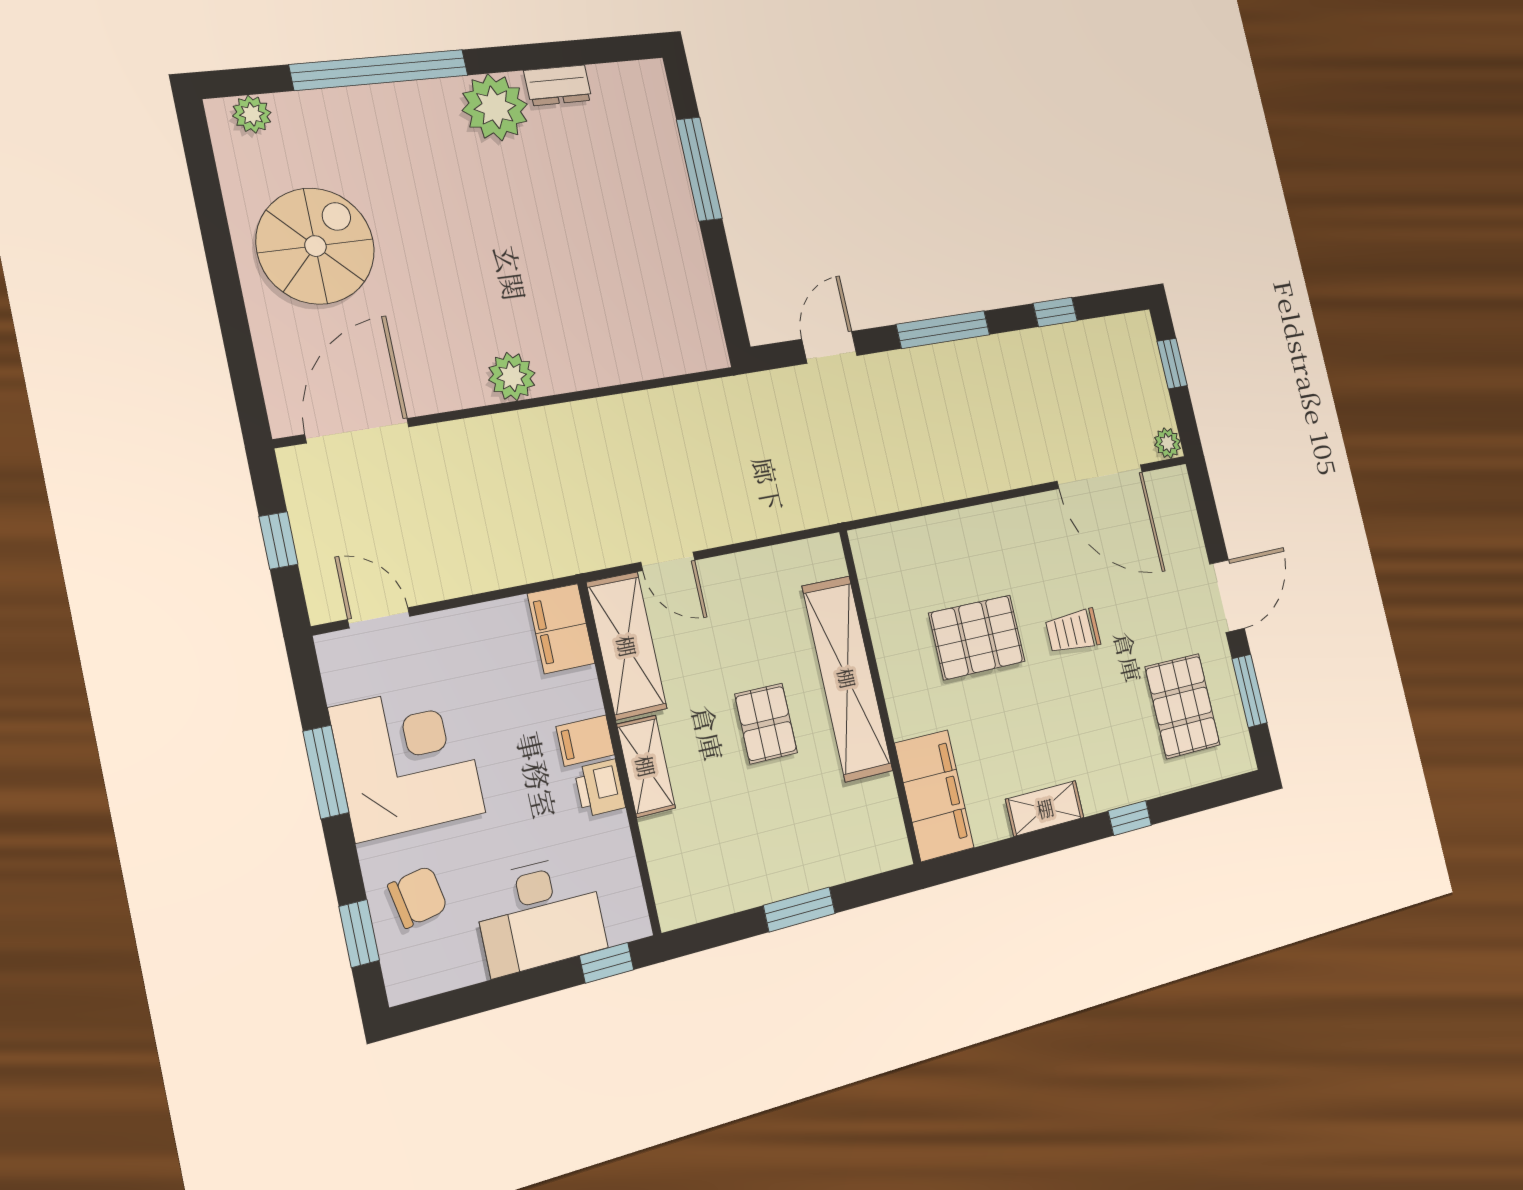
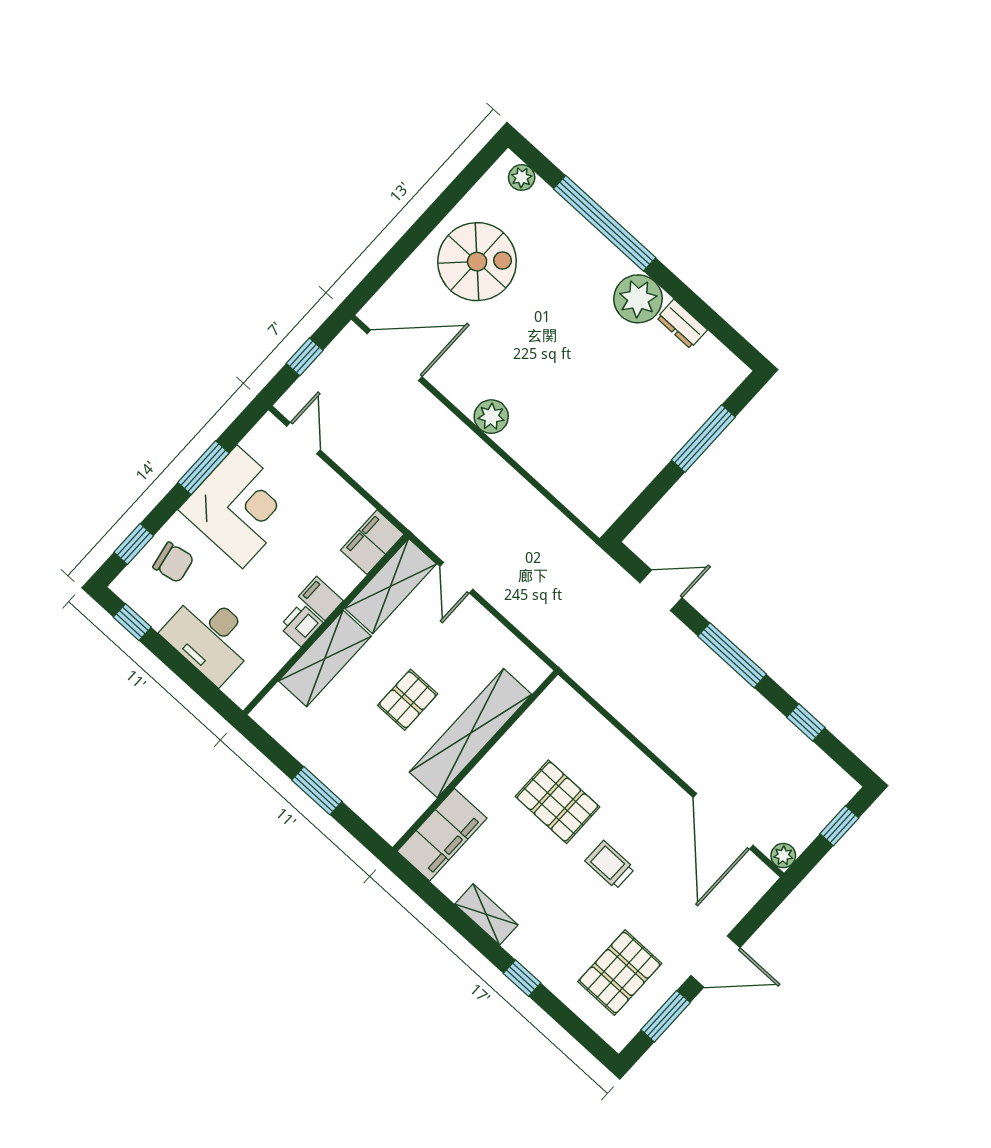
shelving: (646, 766) -> (325, 659), width x1.50, depth x1.33
window: (607, 963) -> (132, 622), moved

